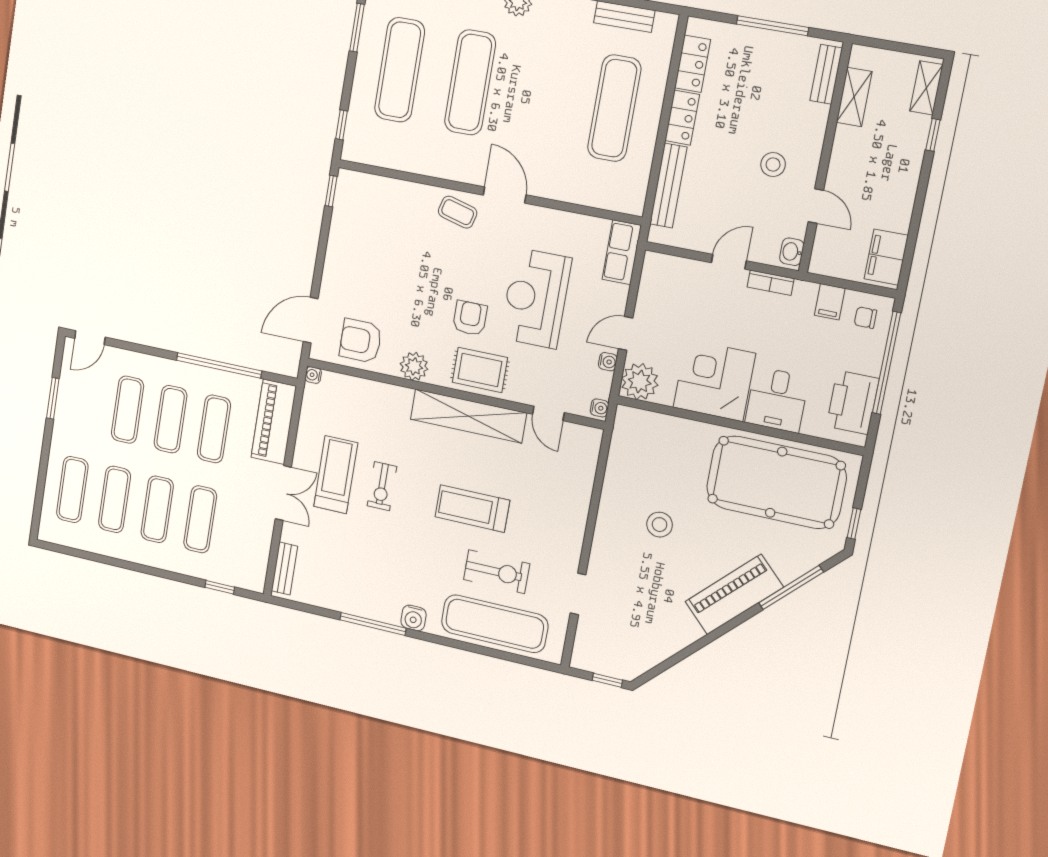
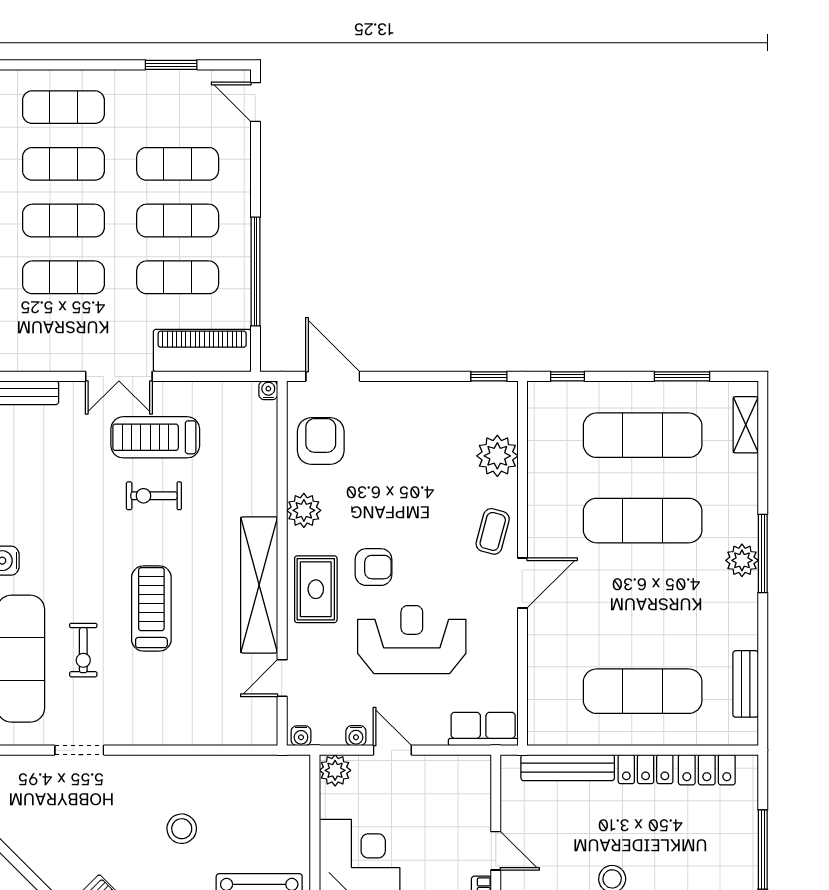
plant: (396, 196) -> (497, 456), added
plant: (640, 382) -> (335, 770), width x0.73, depth x0.73
treadmill: (336, 475) -> (155, 437), turned 180
exercise bike: (497, 572) -> (83, 650), width x0.73, depth x0.72

